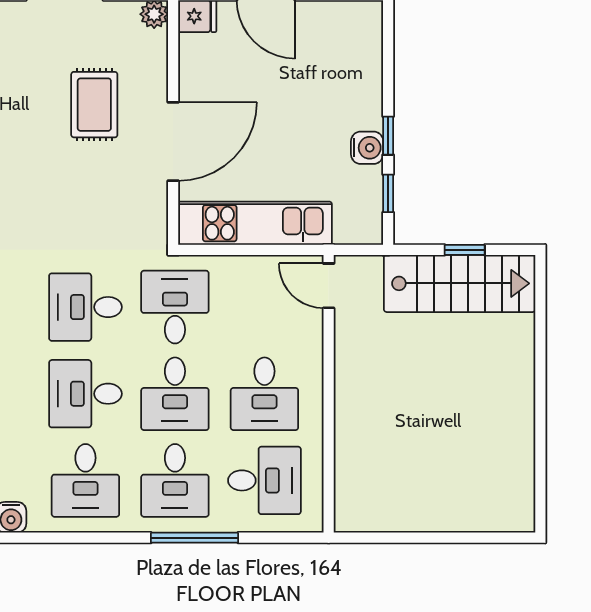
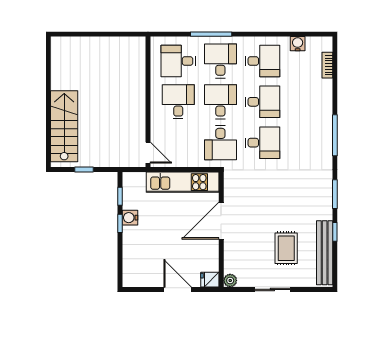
rug: (94, 105) -> (286, 248), moved
stairs: (460, 283) -> (64, 126), moved, turned 90
desk: (85, 480) -> (263, 61), turned 90

